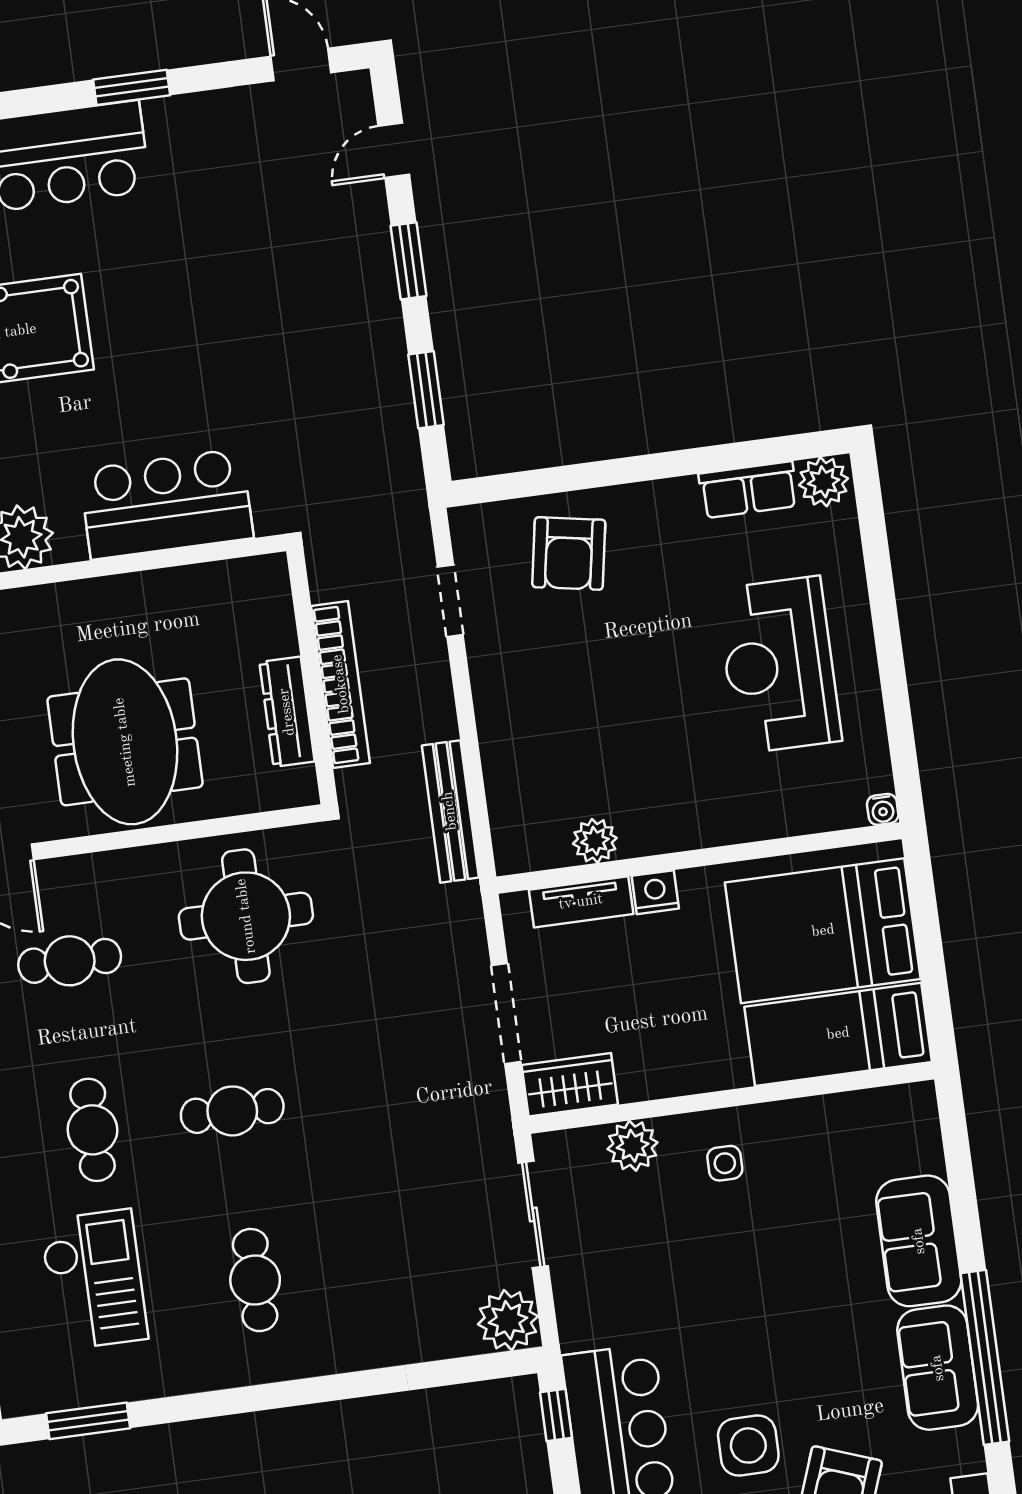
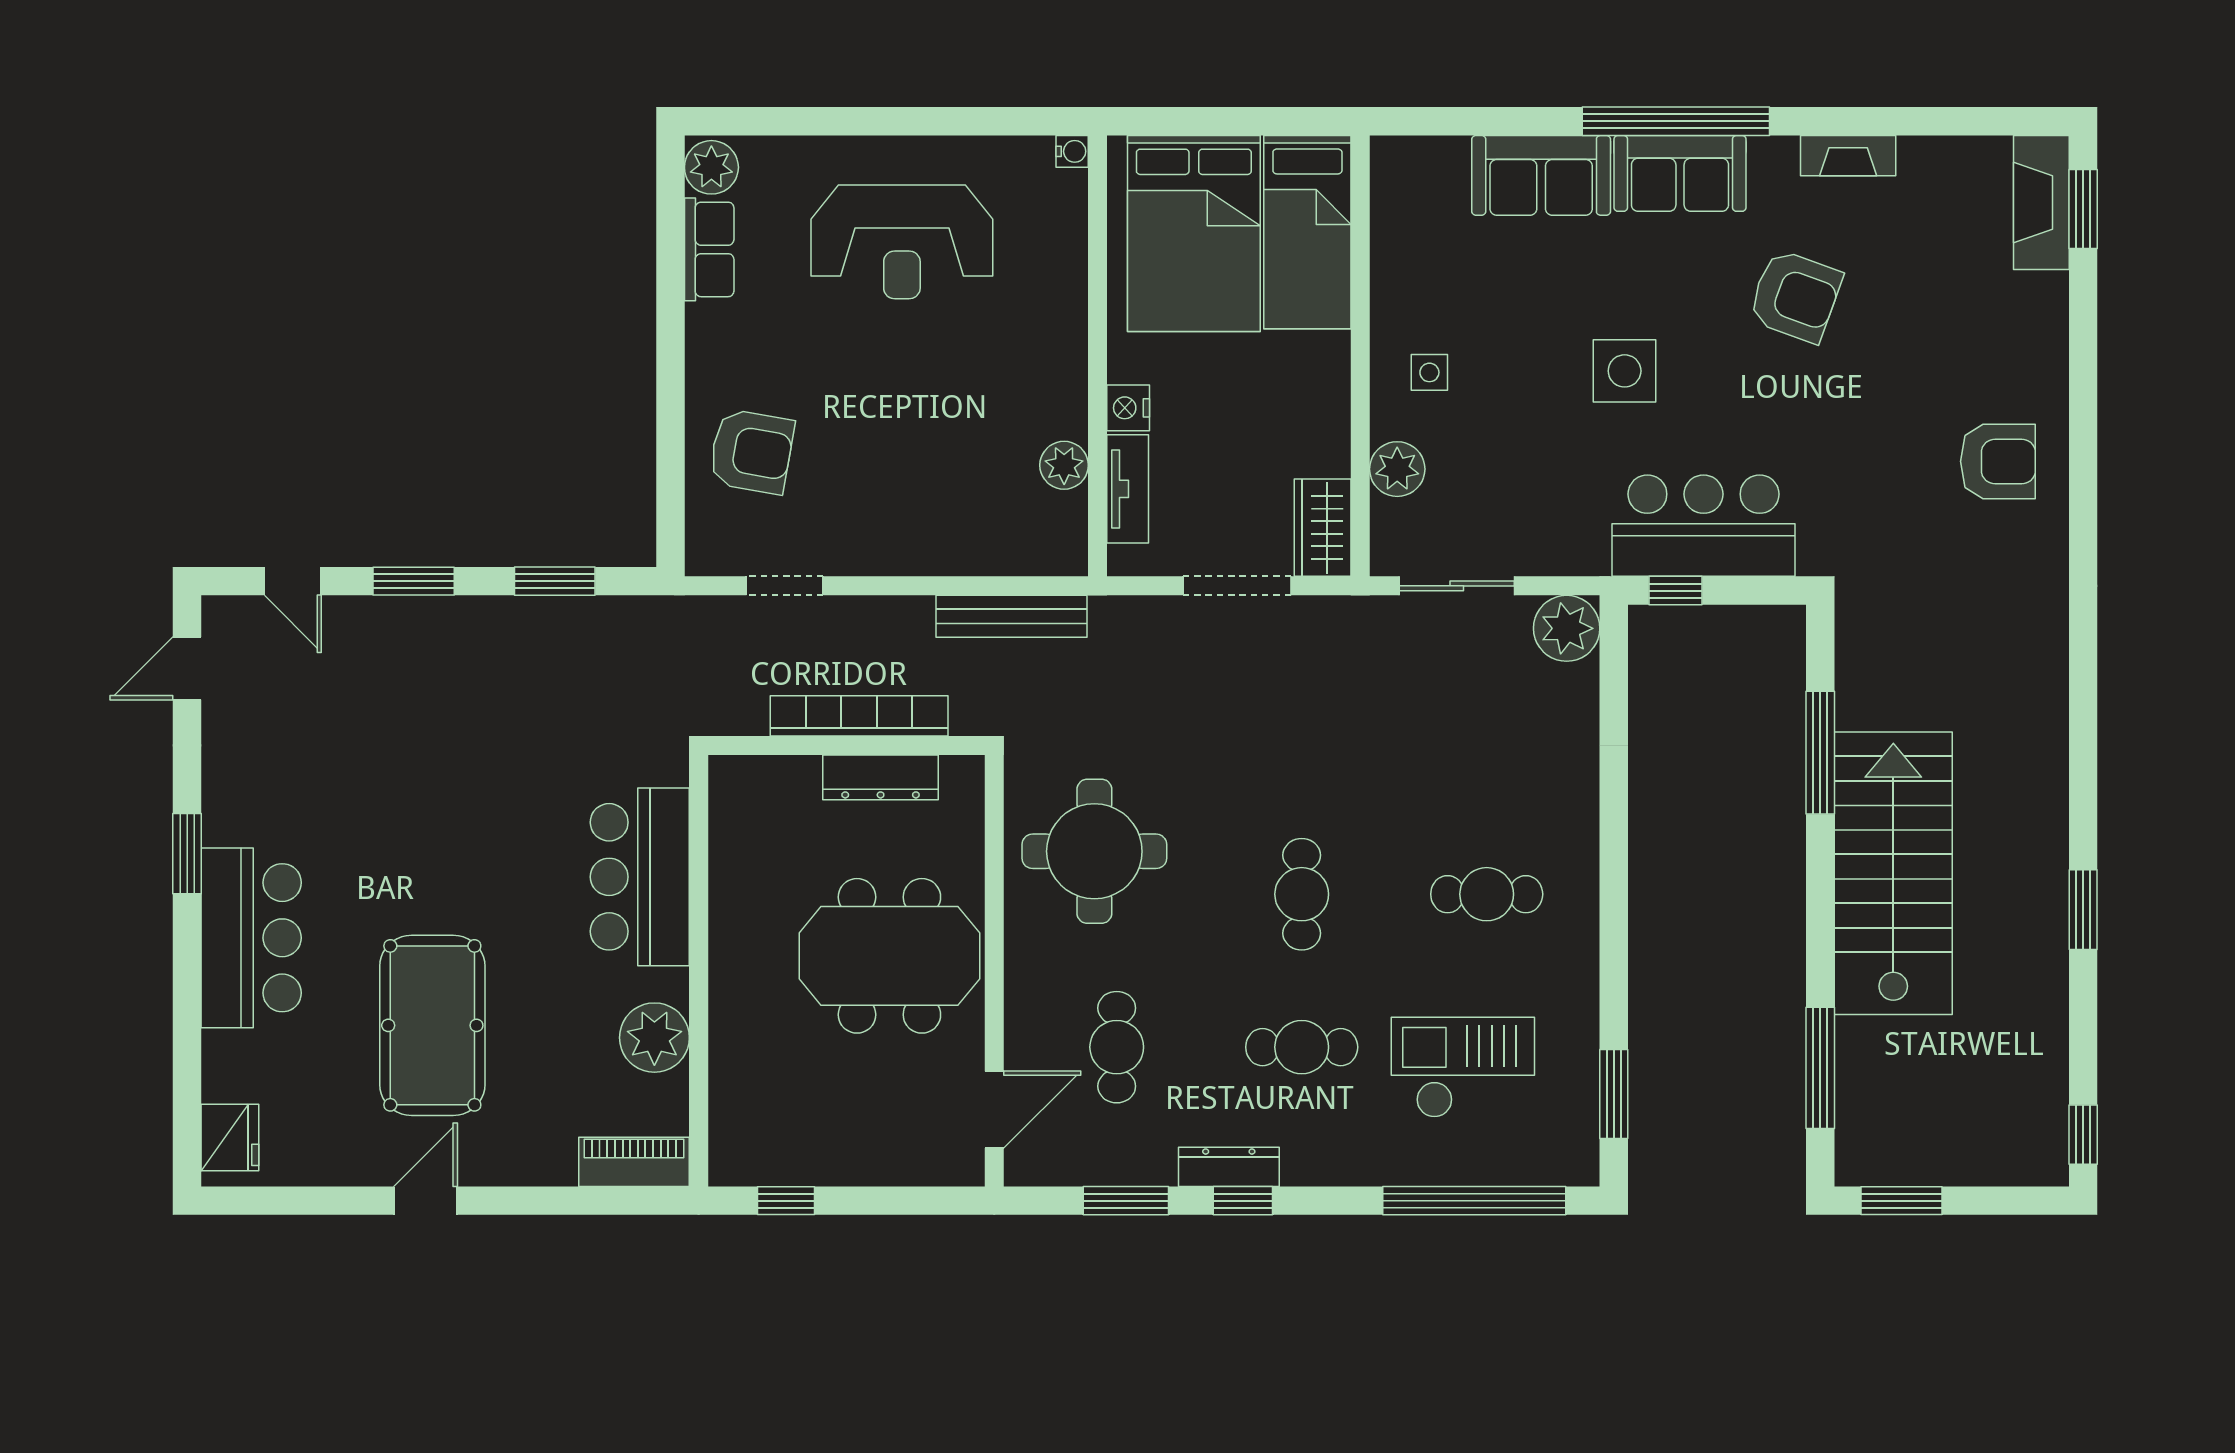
side table: (748, 1445) -> (1625, 371), moved

